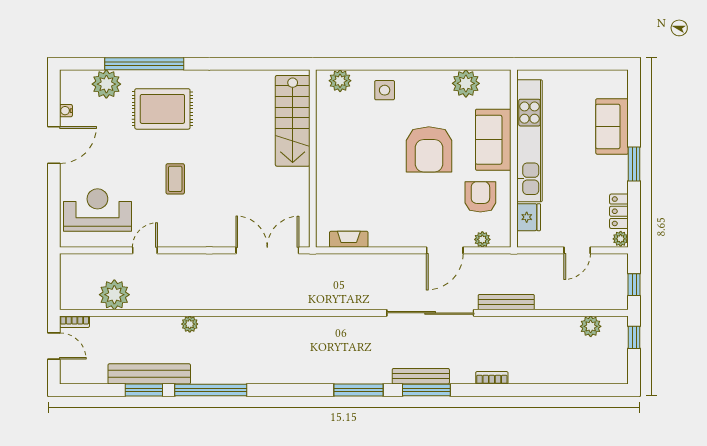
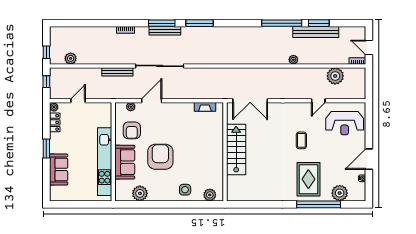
rug: (162, 109) -> (308, 179), turned 90
stairs: (293, 121) -> (236, 150), moved
fridge: (529, 217) -> (105, 119), removed

